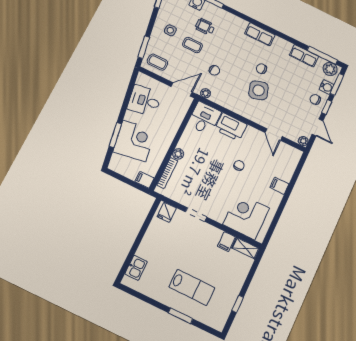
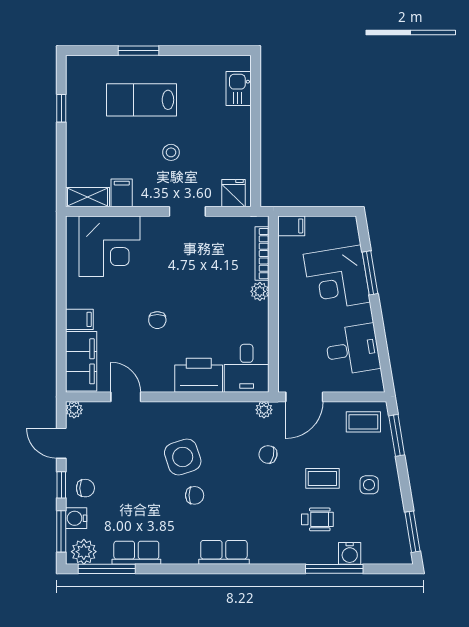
filing cabinet: (288, 164) -> (81, 361), added
stool: (190, 251) -> (171, 152), added

